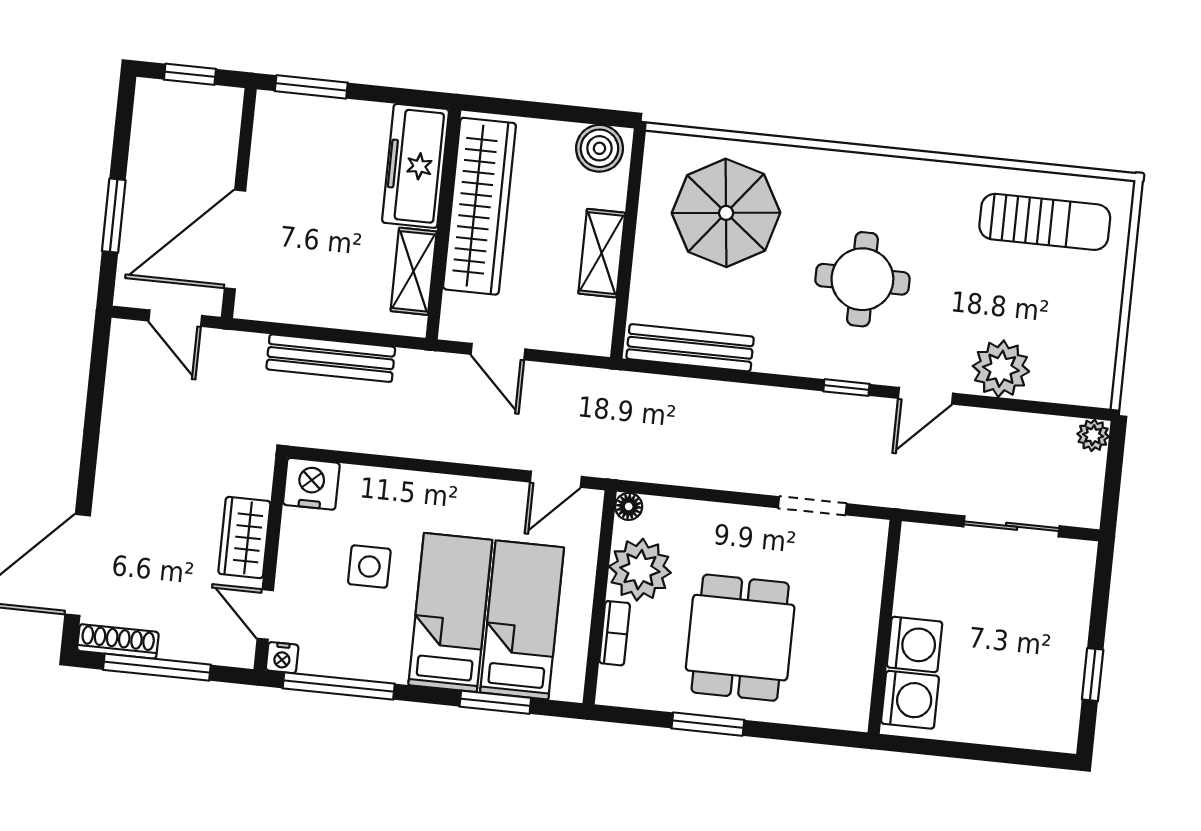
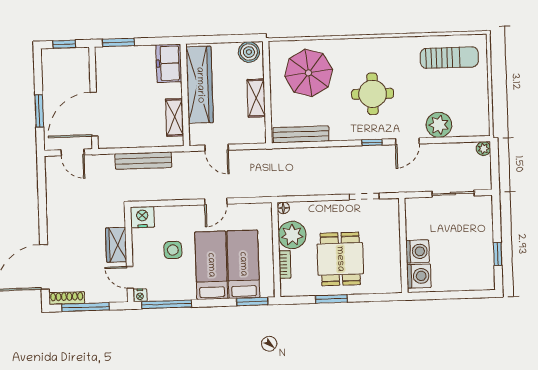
freezer: (415, 166) -> (169, 63), width x0.71
door: (556, 479) -> (216, 201), moved
window: (495, 702) -> (252, 302), moved

